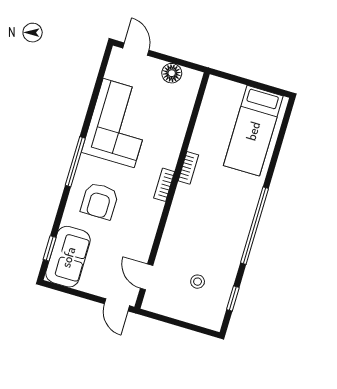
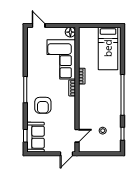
floor lamp: (172, 73) -> (70, 32), moved
corner sofa: (119, 123) -> (61, 59), moved, turned 180
door: (147, 277) -> (77, 136), swing flipped
door: (117, 305) -> (66, 154), hinge flipped

